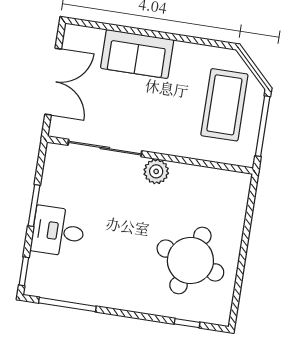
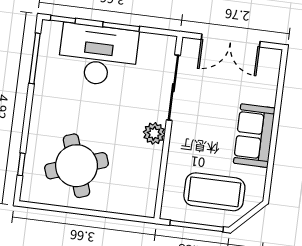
sofa: (137, 54) -> (254, 136), moved
desk: (58, 231) -> (98, 55), width x1.87, depth x1.30
round table: (190, 260) -> (77, 166), turned -36

